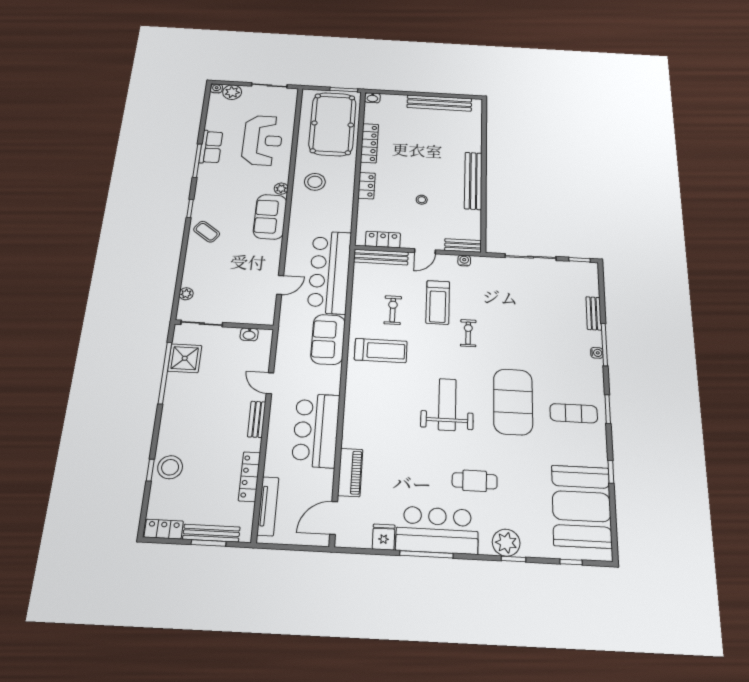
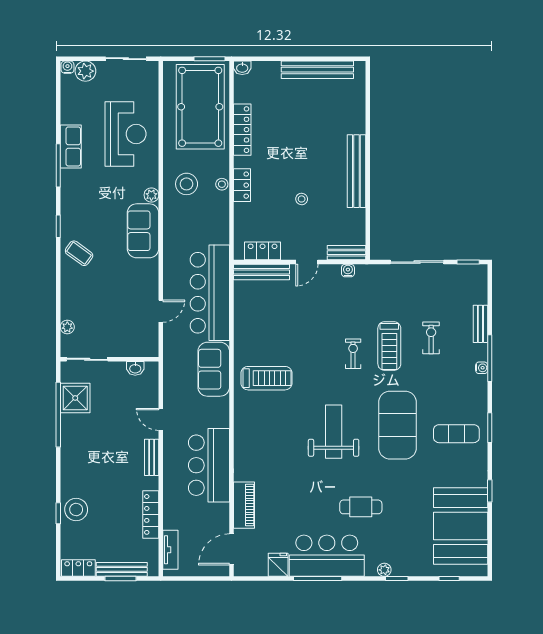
stool: (348, 184) -> (222, 184), added
treadmill: (438, 302) -> (389, 346), moved
exercise bike: (393, 310) -> (431, 338), moved
tv unit: (268, 506) -> (170, 550), width x0.71
plant: (506, 543) -> (384, 570), width x0.53, depth x0.53

